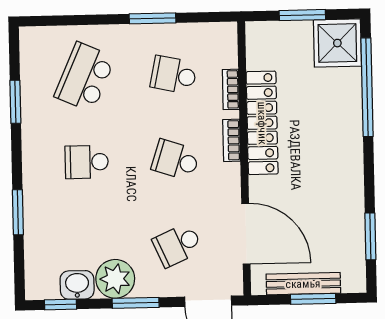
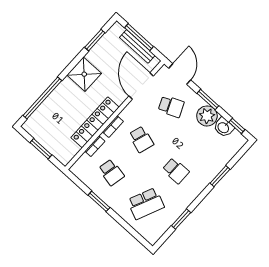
shower: (337, 43) -> (84, 74), moved
window: (313, 299) -> (139, 37), width x1.44

